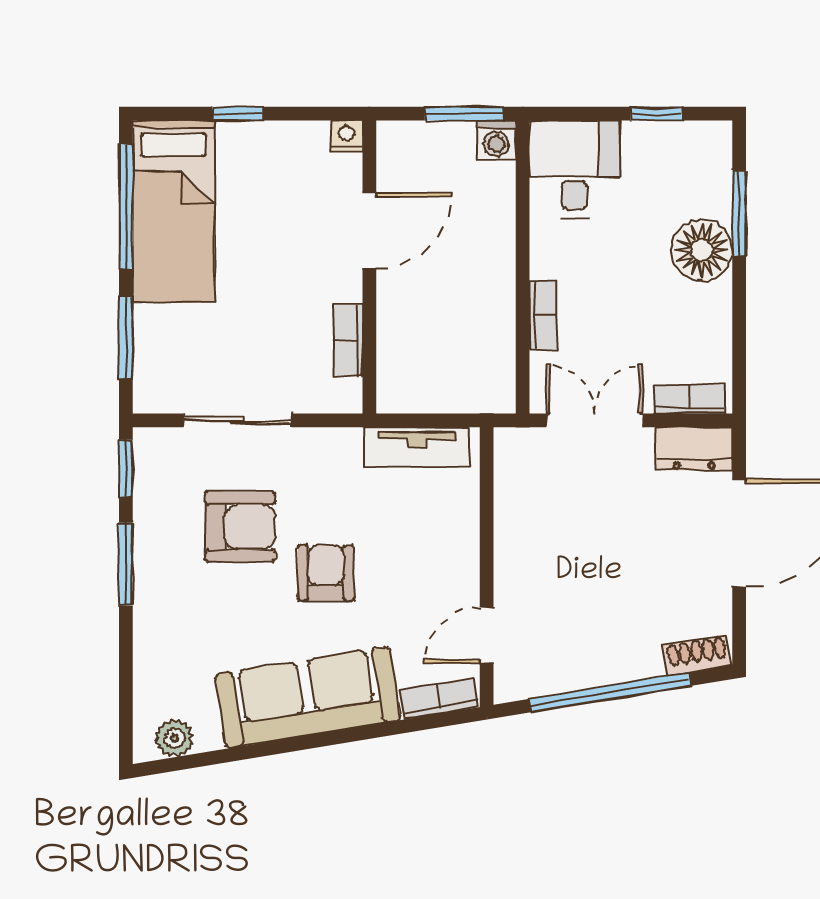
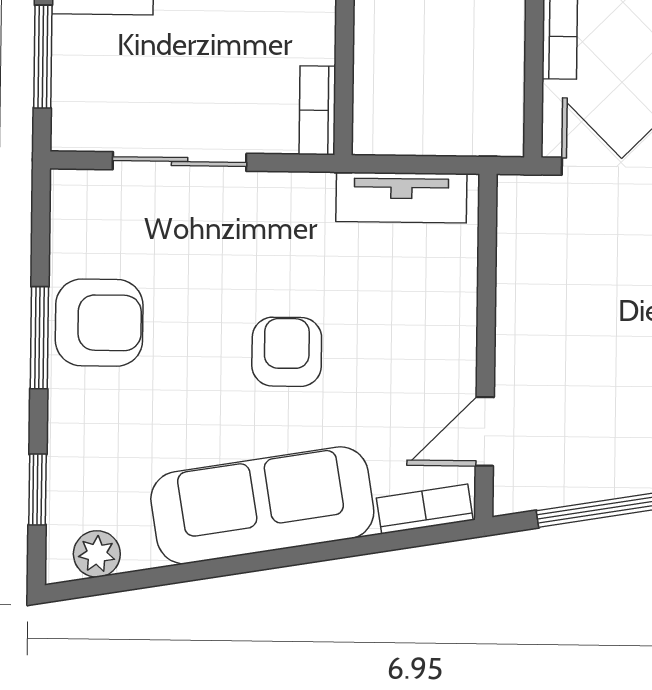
bookcase: (348, 341) -> (317, 110), moved
window: (126, 468) -> (37, 490), moved
armchair: (240, 527) -> (99, 323), moved

